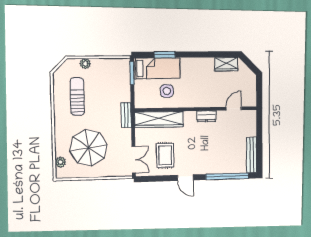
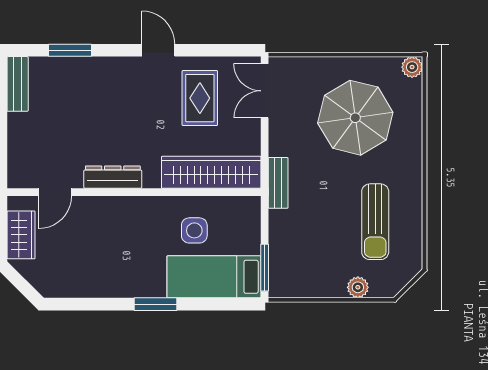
window: (165, 55) -> (155, 304), moved
wardrobe: (226, 64) -> (21, 235), moved, turned 90
dresser: (206, 116) -> (113, 177), width x1.44
bench: (252, 155) -> (18, 84), width x0.73
plant: (61, 162) -> (412, 67), moved
window: (227, 176) -> (70, 50), width x0.47

